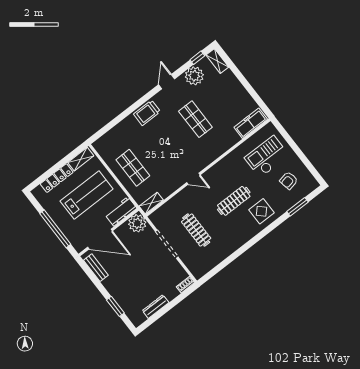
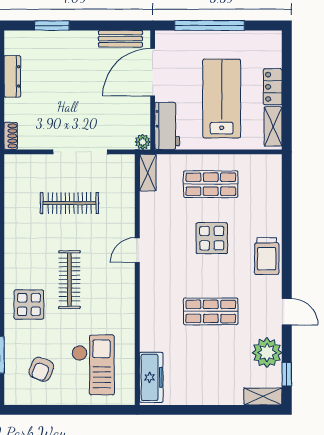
trolley: (147, 113) -> (267, 256), turned 180
display table: (159, 147) -> (212, 238), added
locker: (57, 178) -> (273, 87), width x0.66
armchair: (289, 180) -> (41, 369), turned -147
lab bench: (87, 195) -> (222, 99), turned 180
plant: (137, 223) -> (143, 142), width x0.53, depth x0.53

